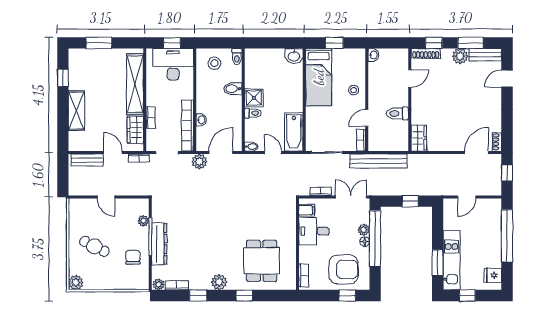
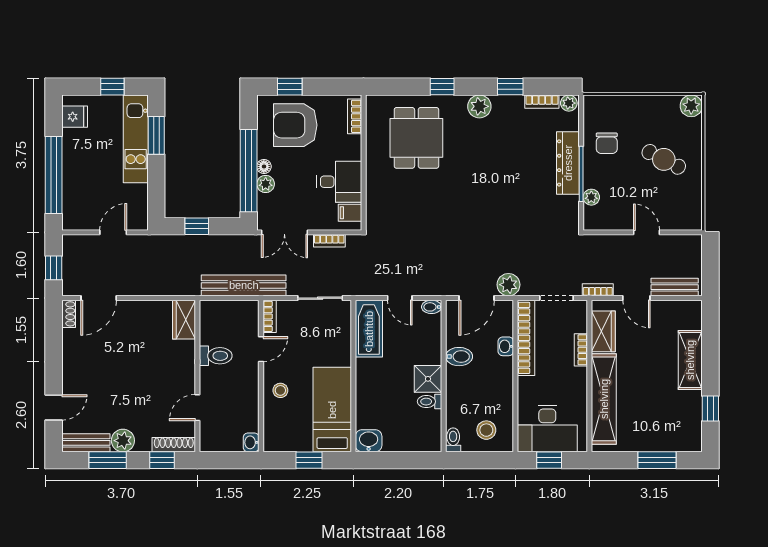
bidet: (233, 89) -> (459, 357), moved
toilet: (253, 113) -> (430, 402), moved

